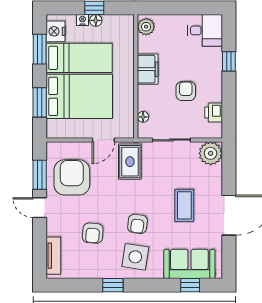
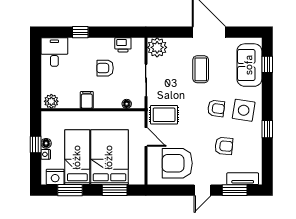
filing cabinet: (148, 69) -> (87, 100), width x0.50
window: (40, 175) -> (235, 190), moved
coffee table: (184, 205) -> (201, 69), turned 90

